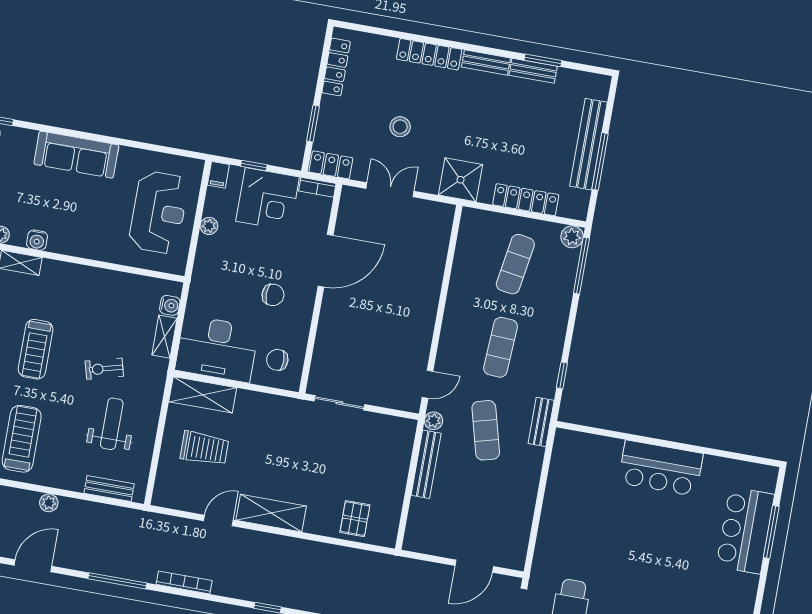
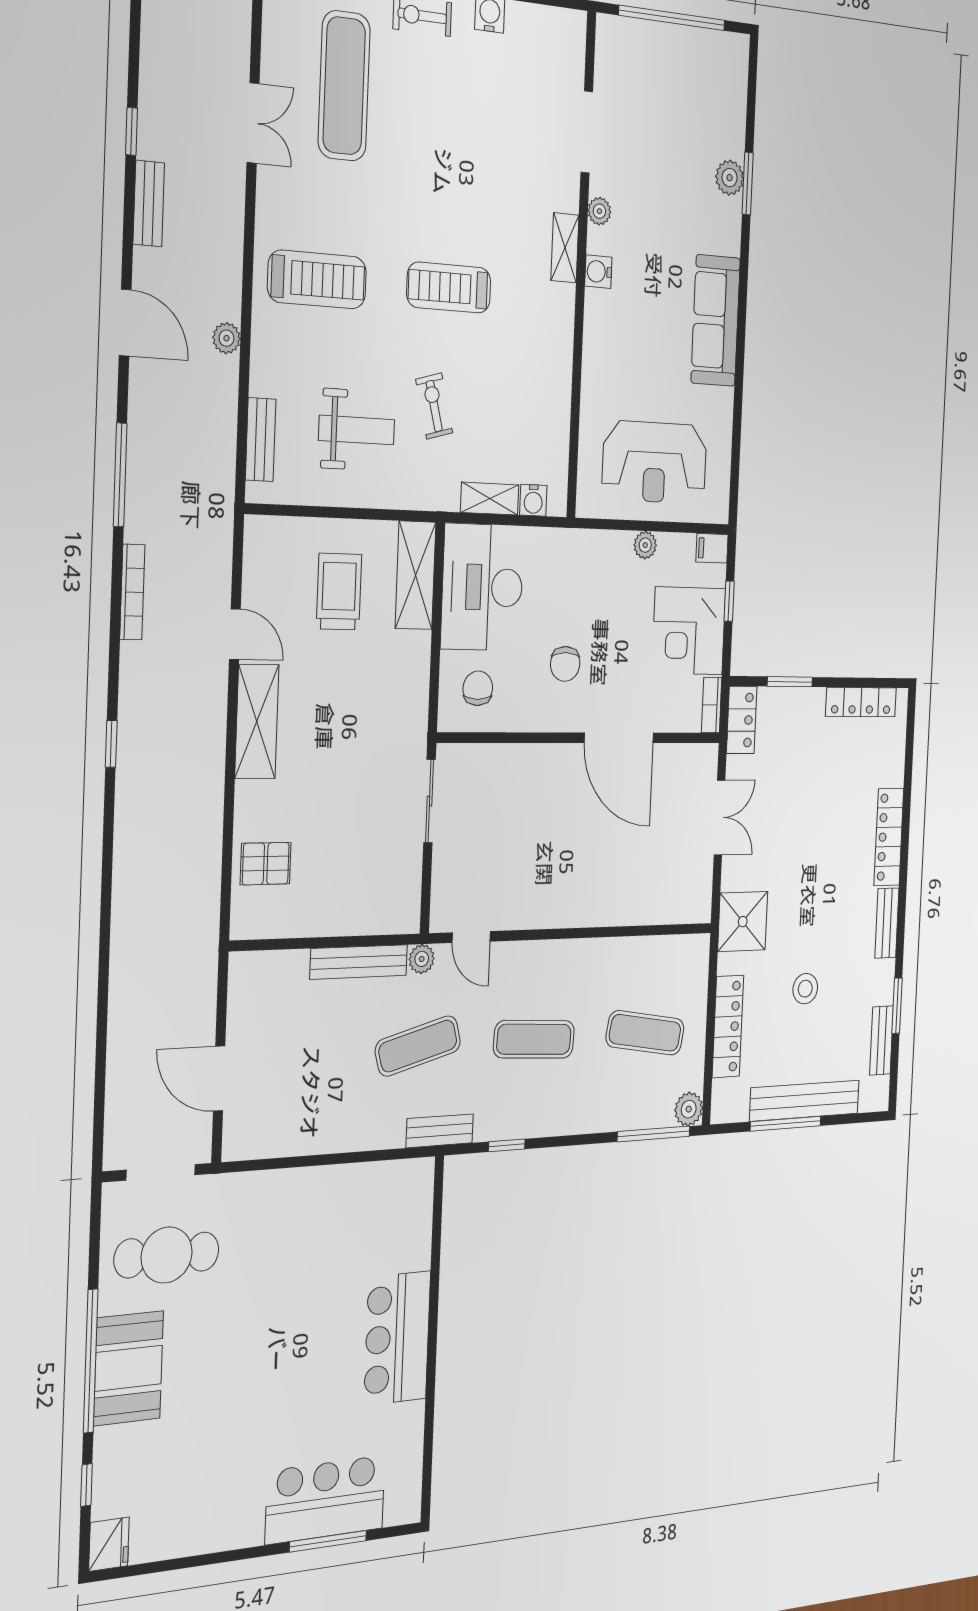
bench: (533, 71) -> (881, 1040), moved
stool: (400, 127) -> (805, 989), moved
trolley: (204, 448) -> (339, 592), turned 180

